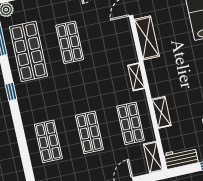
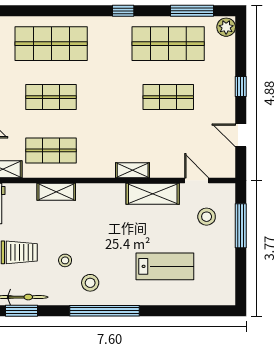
shelving: (136, 77) -> (133, 170), moved
shop shelf: (48, 141) -> (51, 44), width x1.43, depth x1.36

